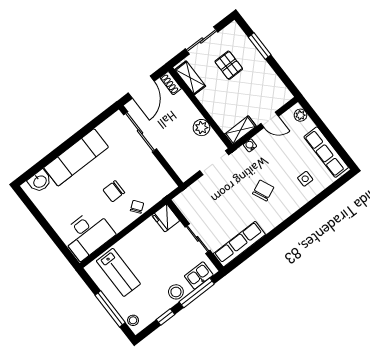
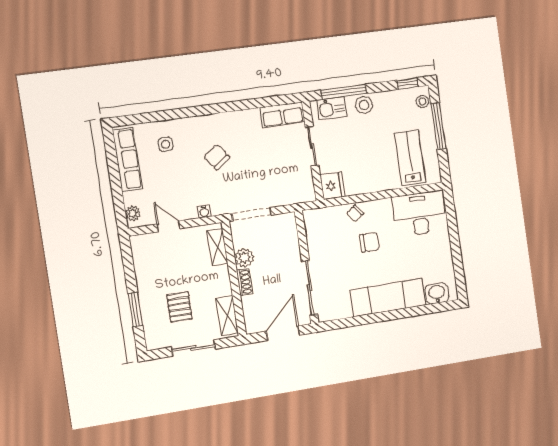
shoe rack: (171, 83) -> (245, 282), moved
shelving: (240, 130) -> (217, 247), moved, turned 90
chair: (263, 190) -> (217, 157), turned 78
row of seats: (239, 244) -> (283, 115), width x0.68
window: (165, 317) -> (407, 83), moved

